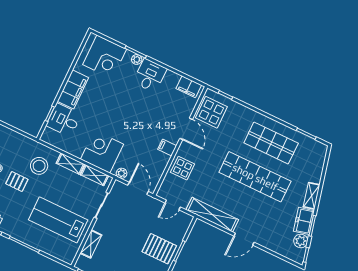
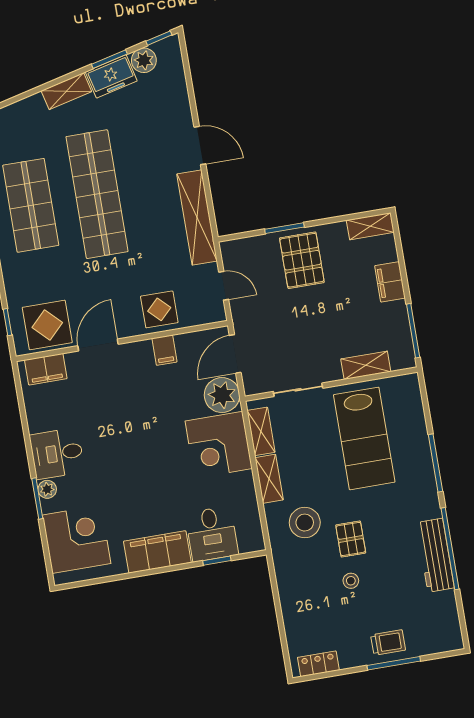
filing cabinet: (189, 87) -> (46, 369), moved, turned 90
filing cabinet: (167, 148) -> (164, 350), moved
plant: (122, 173) -> (222, 395), width x1.87, depth x1.87

